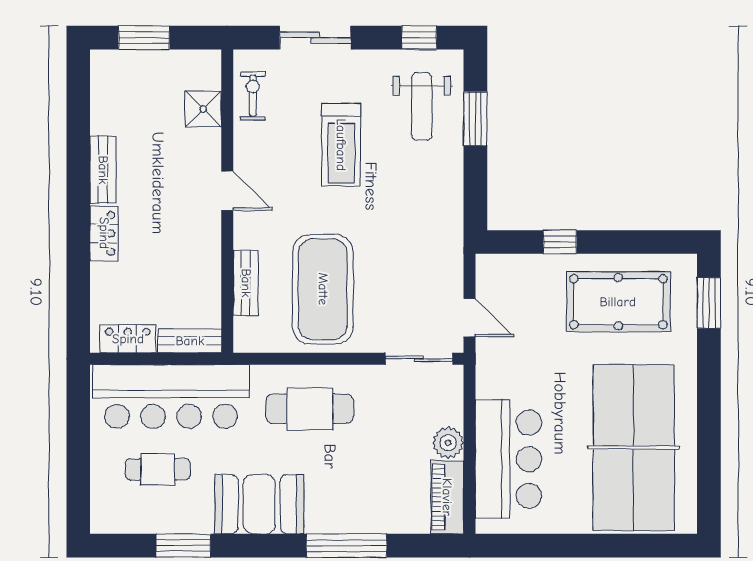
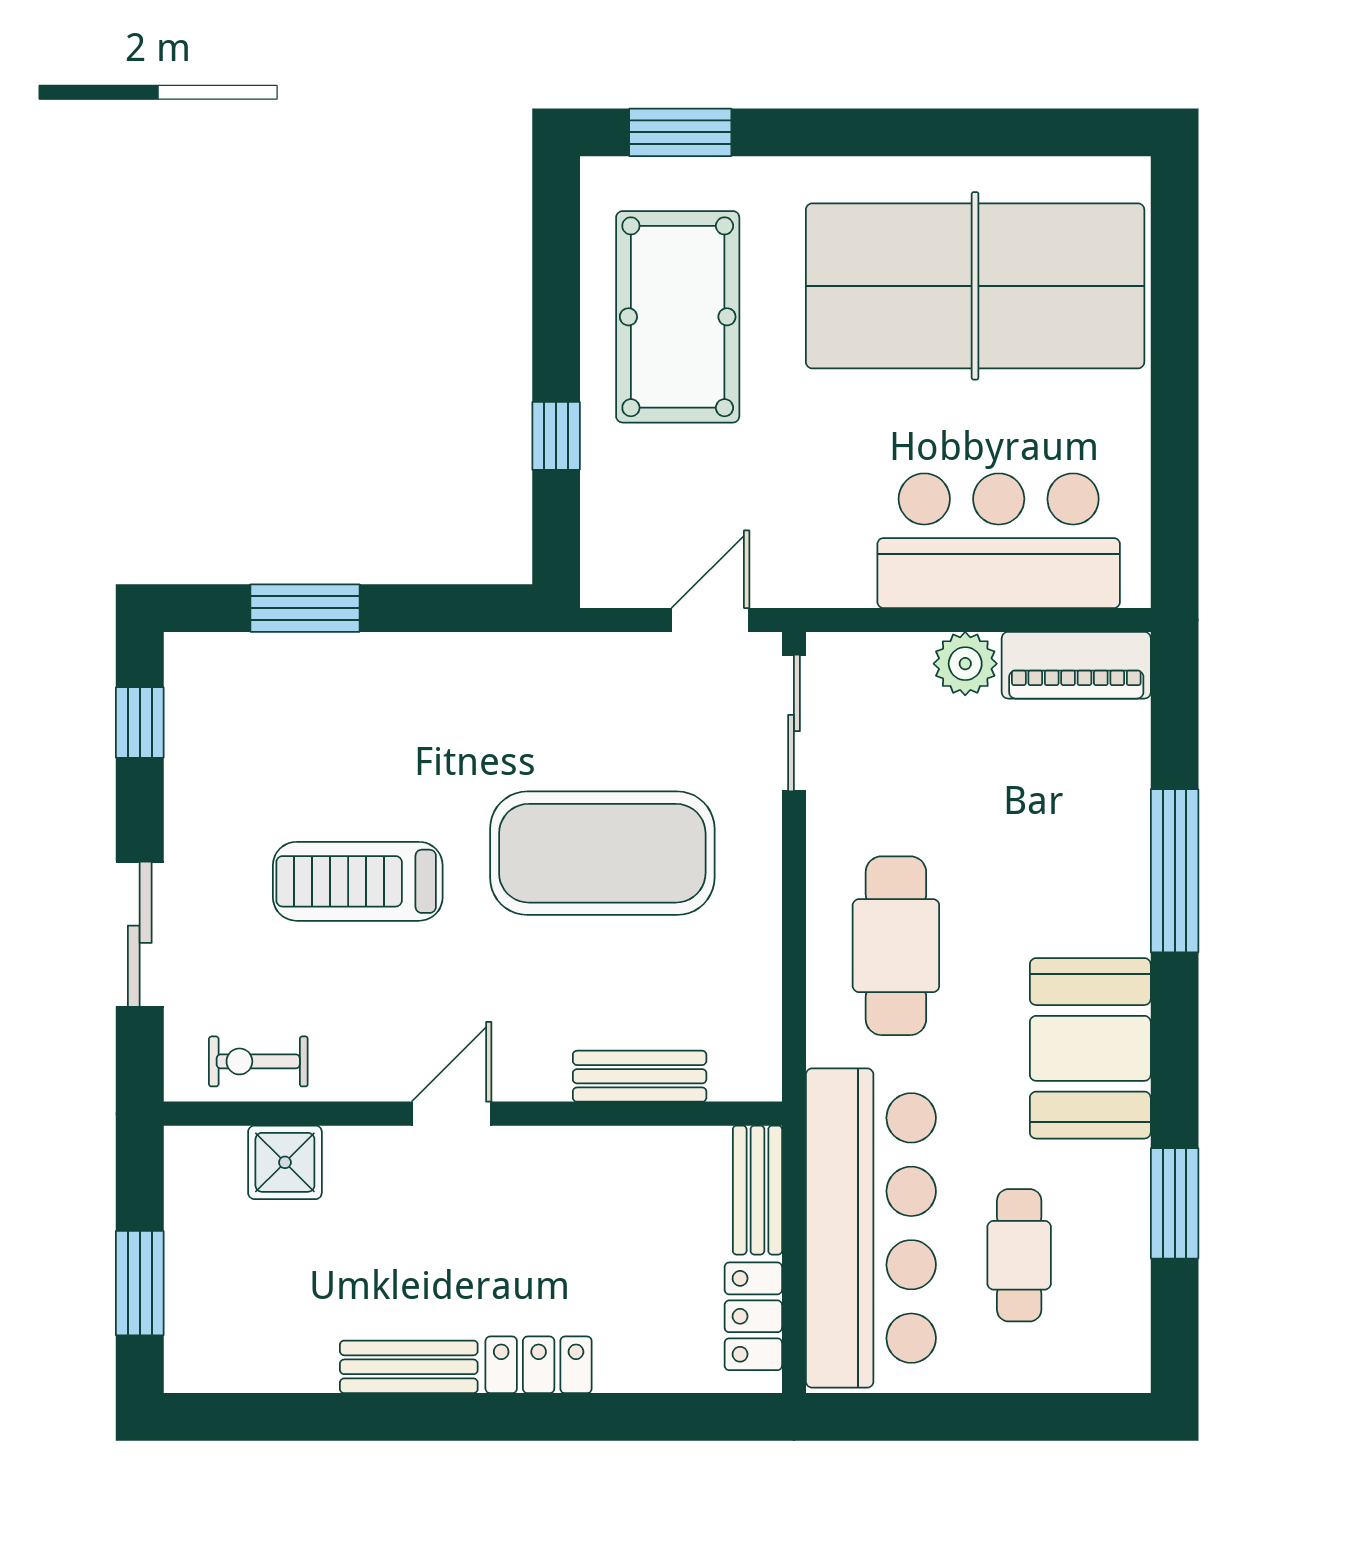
weight bench: (422, 106) -> (280, 717), removed
treadmill: (341, 145) -> (358, 881), turned 180
exercise mat: (323, 289) -> (602, 853), moved

